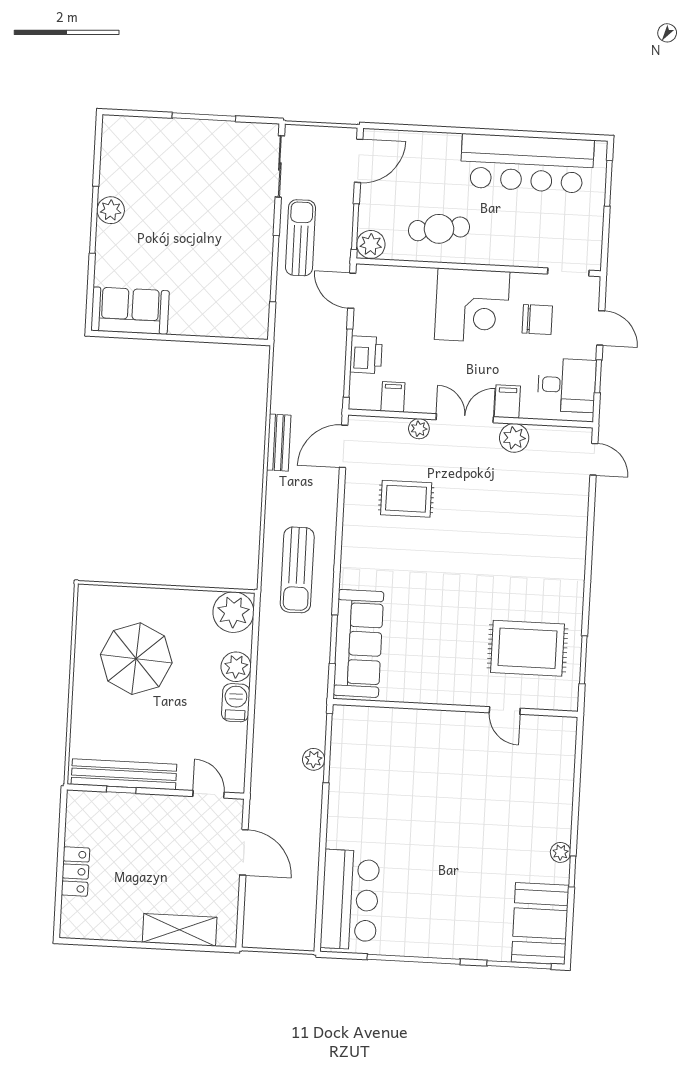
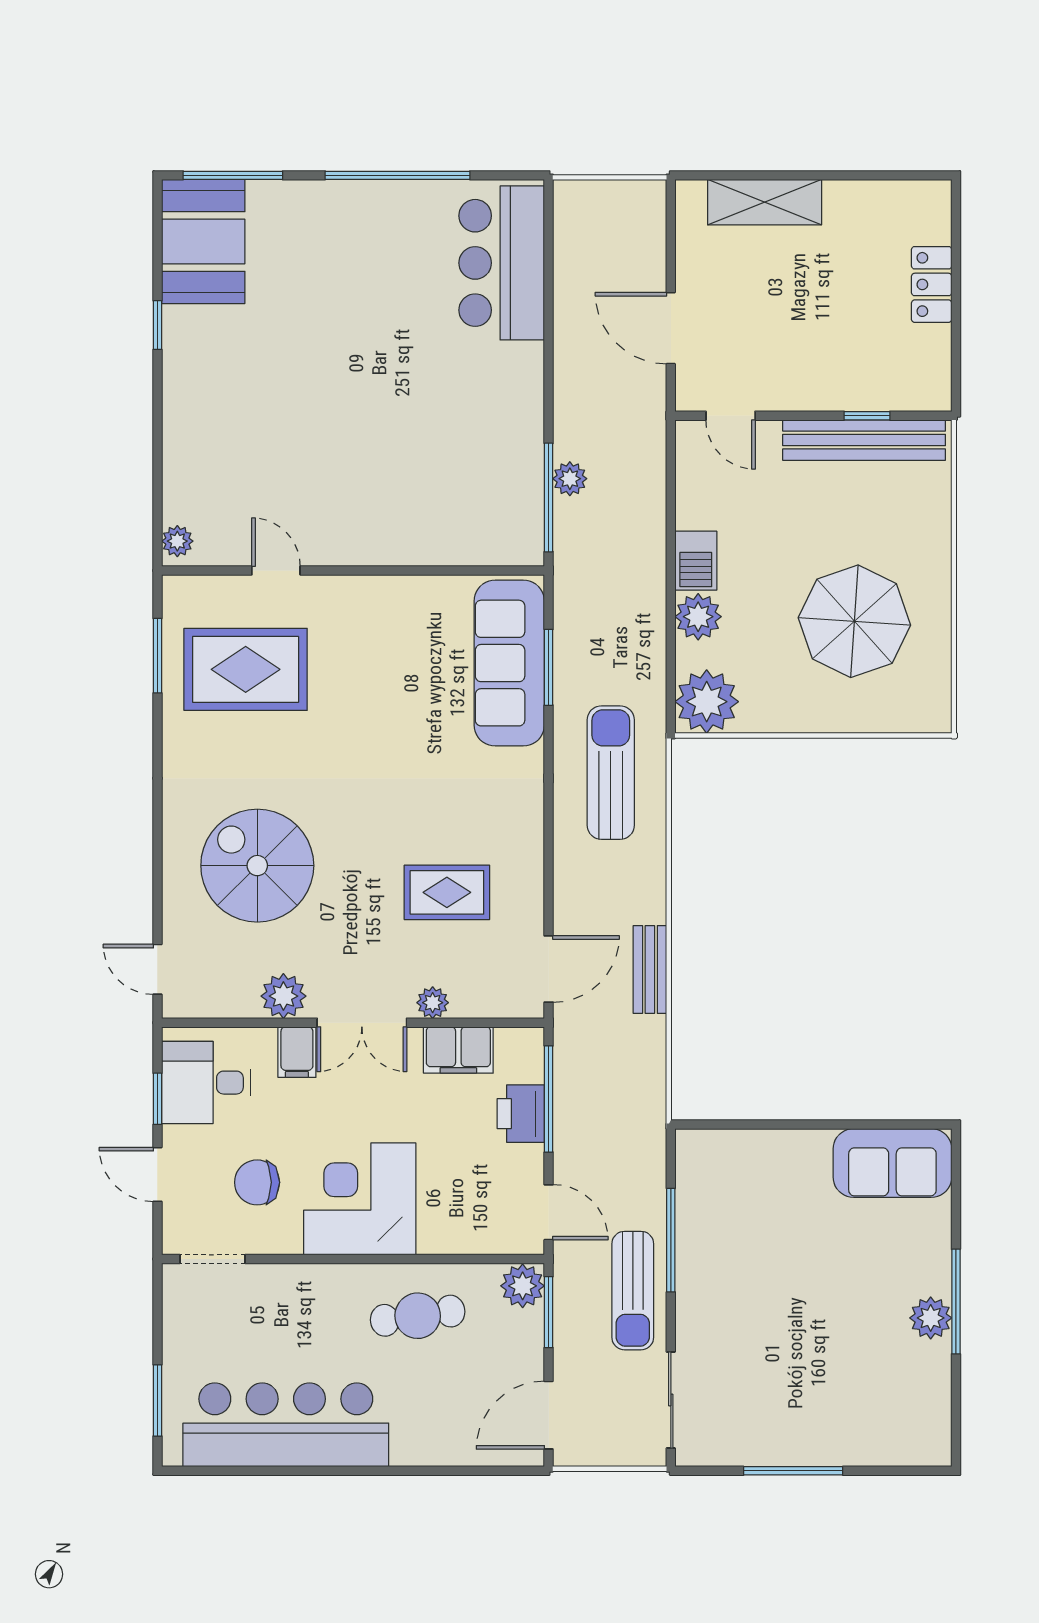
filing cabinet: (393, 397) -> (458, 1050), width x2.00
spiral stairs: (527, 522) -> (257, 866), added
plant: (561, 852) -> (177, 541), moved

